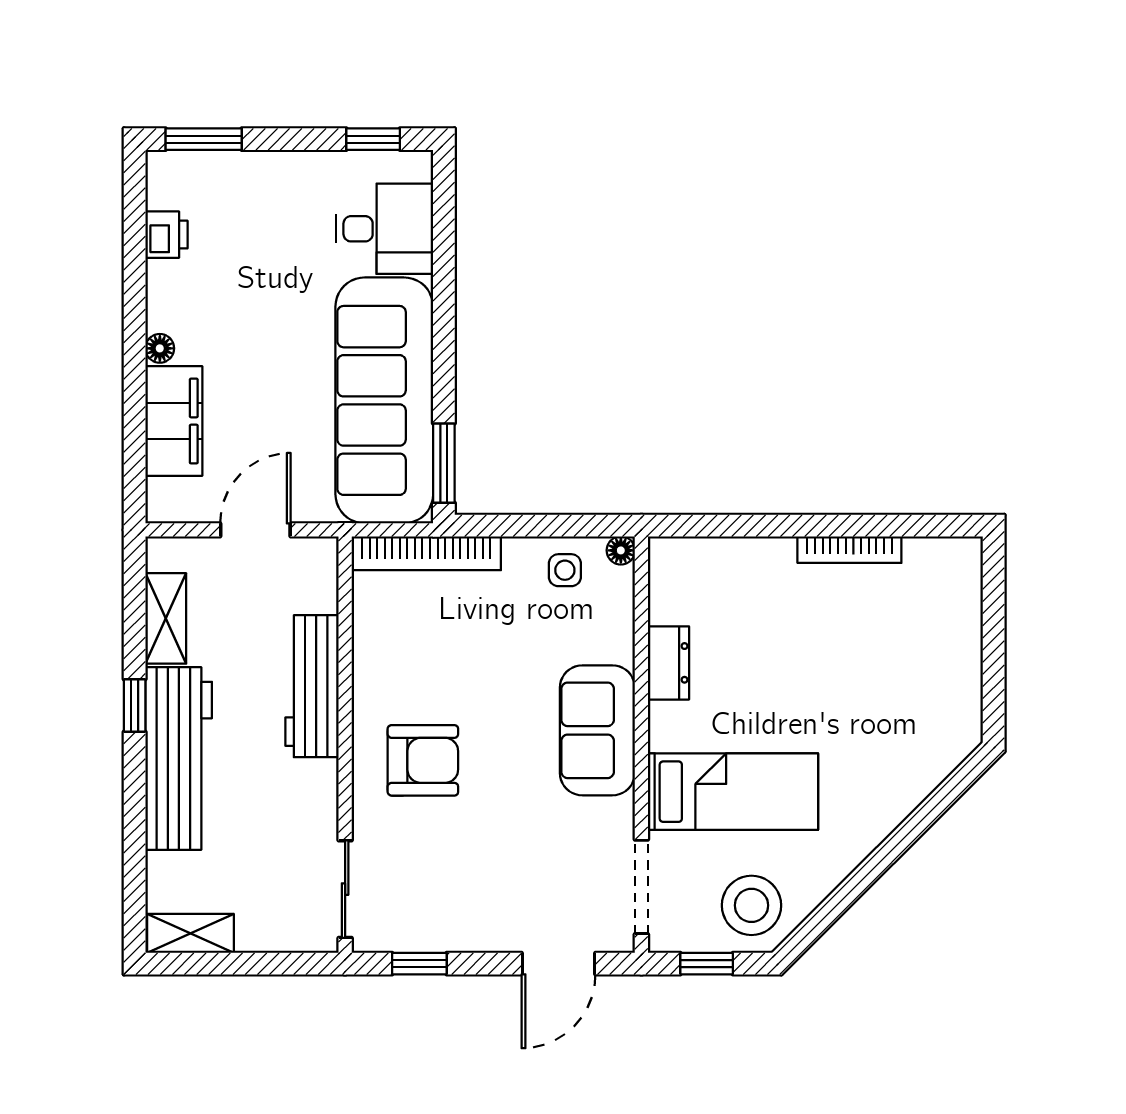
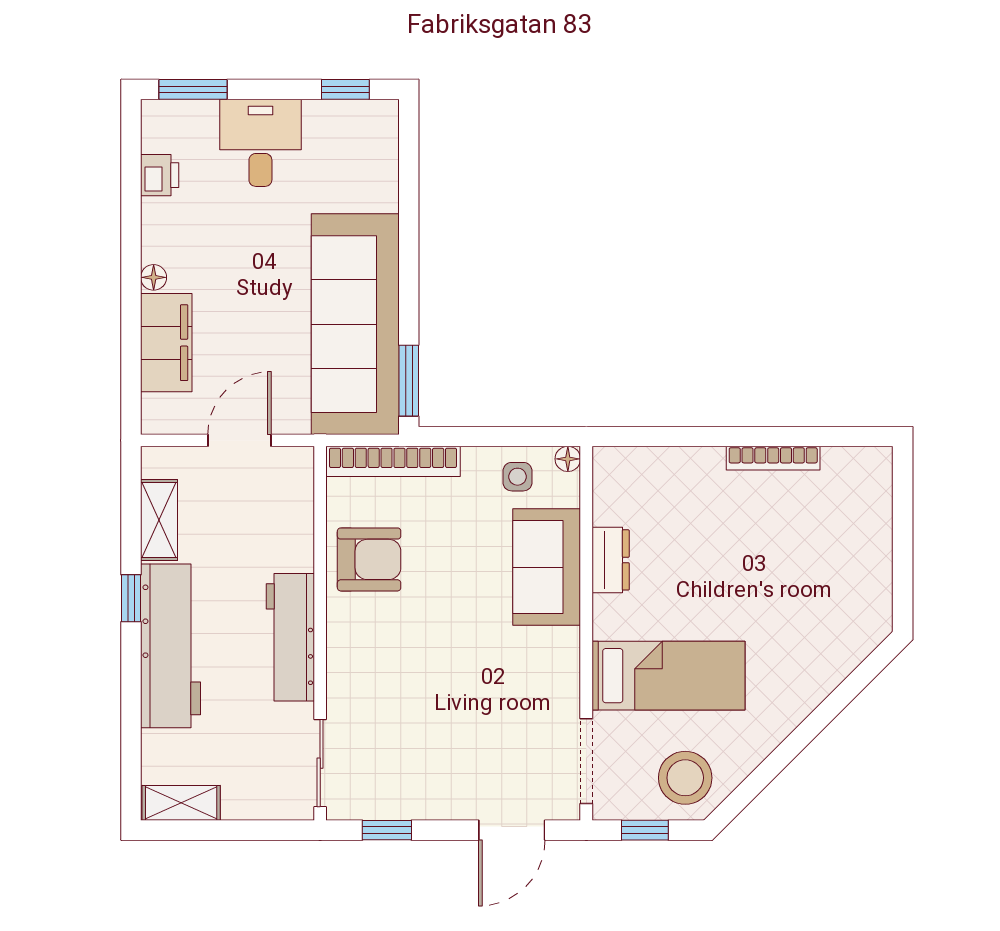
desk: (384, 229) -> (260, 143), moved, turned -90
workbench: (312, 686) -> (290, 637), moved
sofa: (597, 730) -> (547, 567), moved
armchair: (423, 760) -> (369, 559), moved

